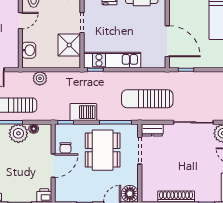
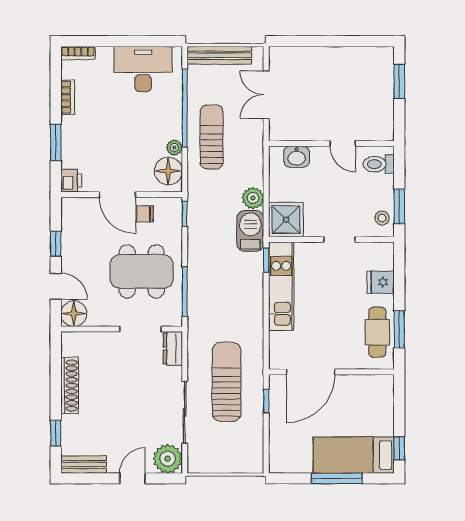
shower: (69, 45) -> (286, 220), moved
plant: (40, 78) -> (253, 198), moved
sun lounger: (147, 99) -> (227, 382), moved
barbecue: (83, 112) -> (250, 231), moved, turned 180
floor lamp: (34, 129) -> (168, 171), width x1.89, depth x1.89
plant: (18, 133) -> (174, 148), width x0.53, depth x0.53

